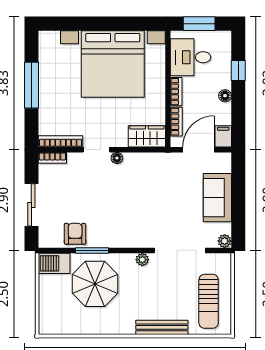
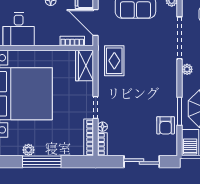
plant: (46, 69) -> (28, 150), added
bookcase: (176, 92) -> (47, 41), removed
floor lamp: (117, 158) -> (102, 127), moved
rug: (153, 172) -> (114, 61), added
armchair: (75, 234) -> (166, 125), turned -90

